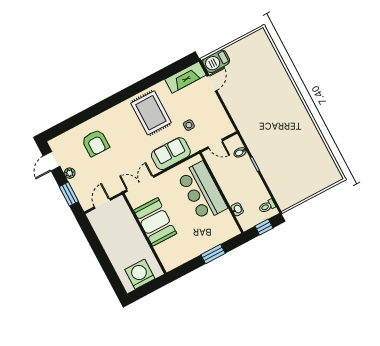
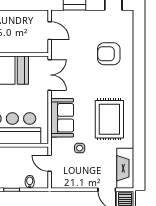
rug: (151, 113) -> (109, 119), turned 90
door: (215, 144) -> (50, 163), hinge flipped
plant: (70, 173) -> (94, 15), removed

